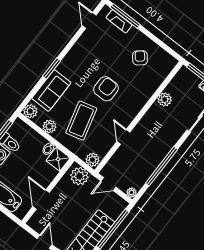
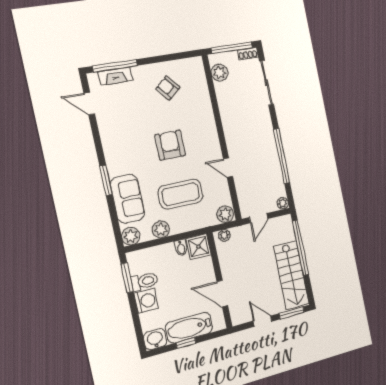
plant: (165, 99) -> (220, 73), moved
coffee table: (81, 121) -> (181, 194), turned -75
plant: (79, 176) -> (224, 235), width x0.53, depth x0.53

